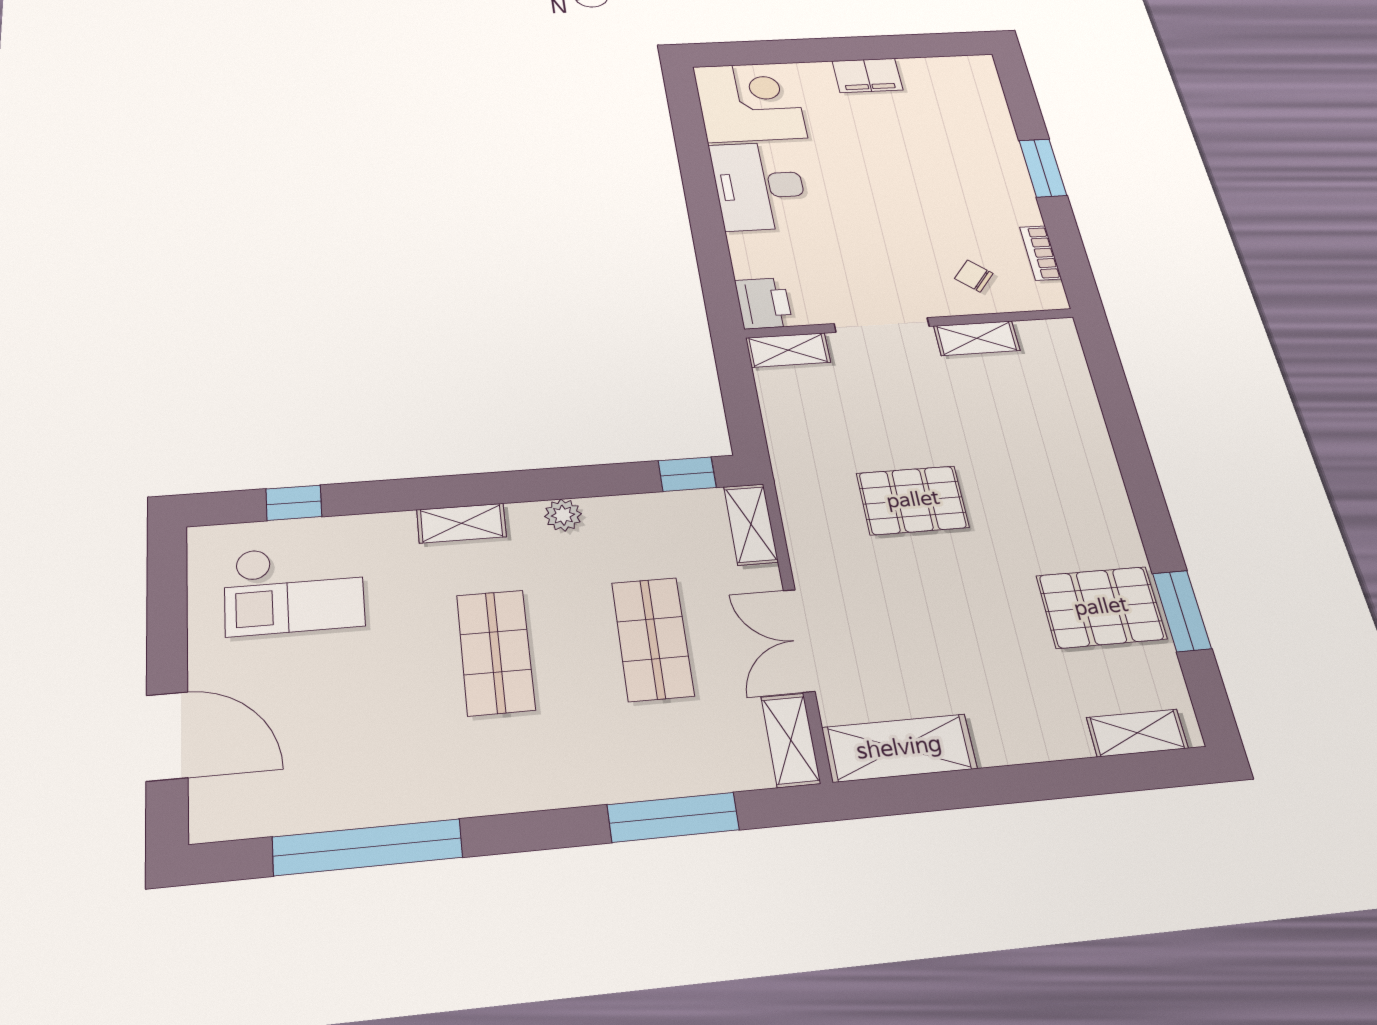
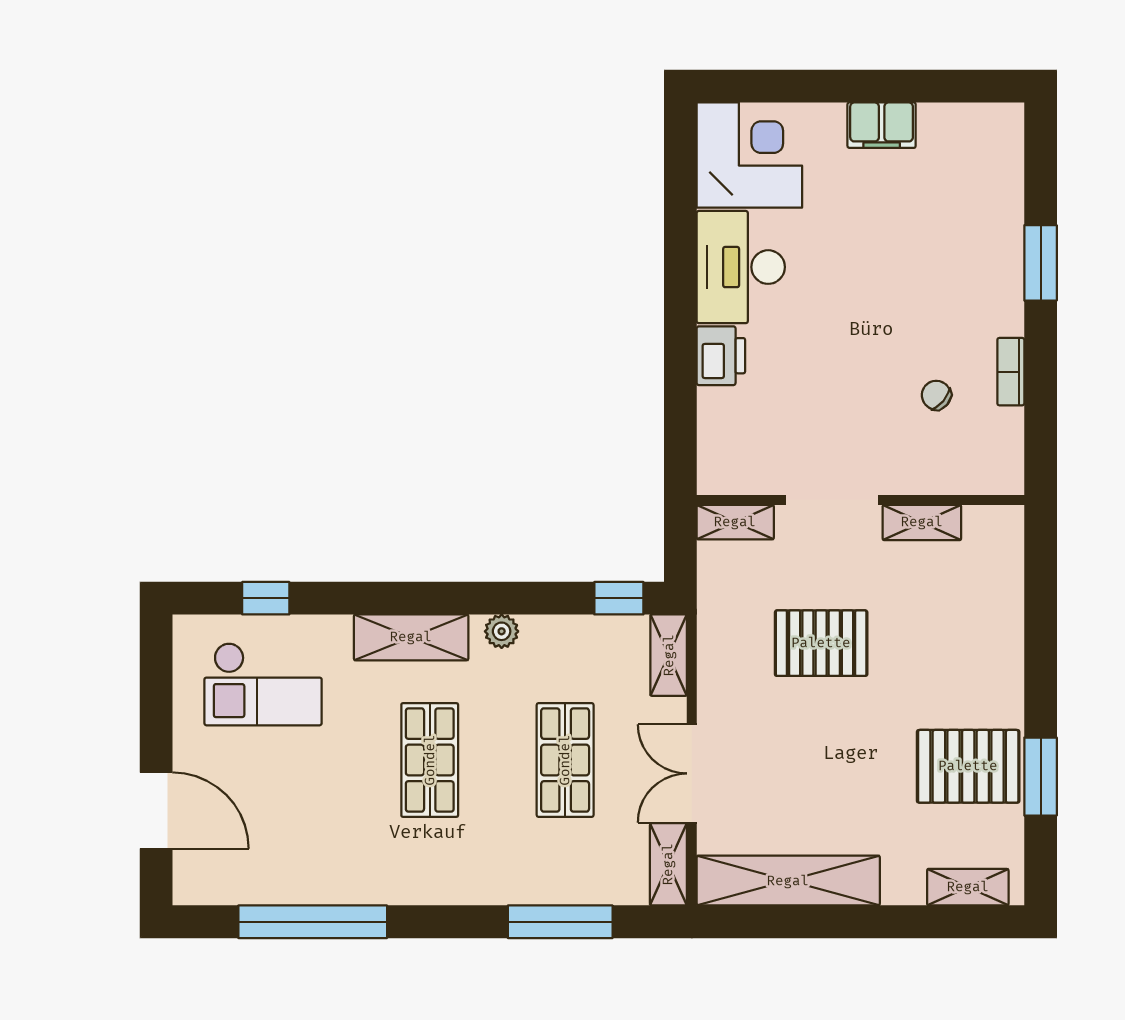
printer: (764, 303) -> (721, 356), moved
wall: (910, 323) -> (861, 500), moved
doorway: (882, 325) -> (832, 500), moved
shelving: (977, 338) -> (922, 522), moved
shelving: (788, 350) -> (735, 522), moved
shelving: (461, 523) -> (411, 637), width x1.50, depth x1.33
shelving: (899, 748) -> (788, 881), width x1.47

